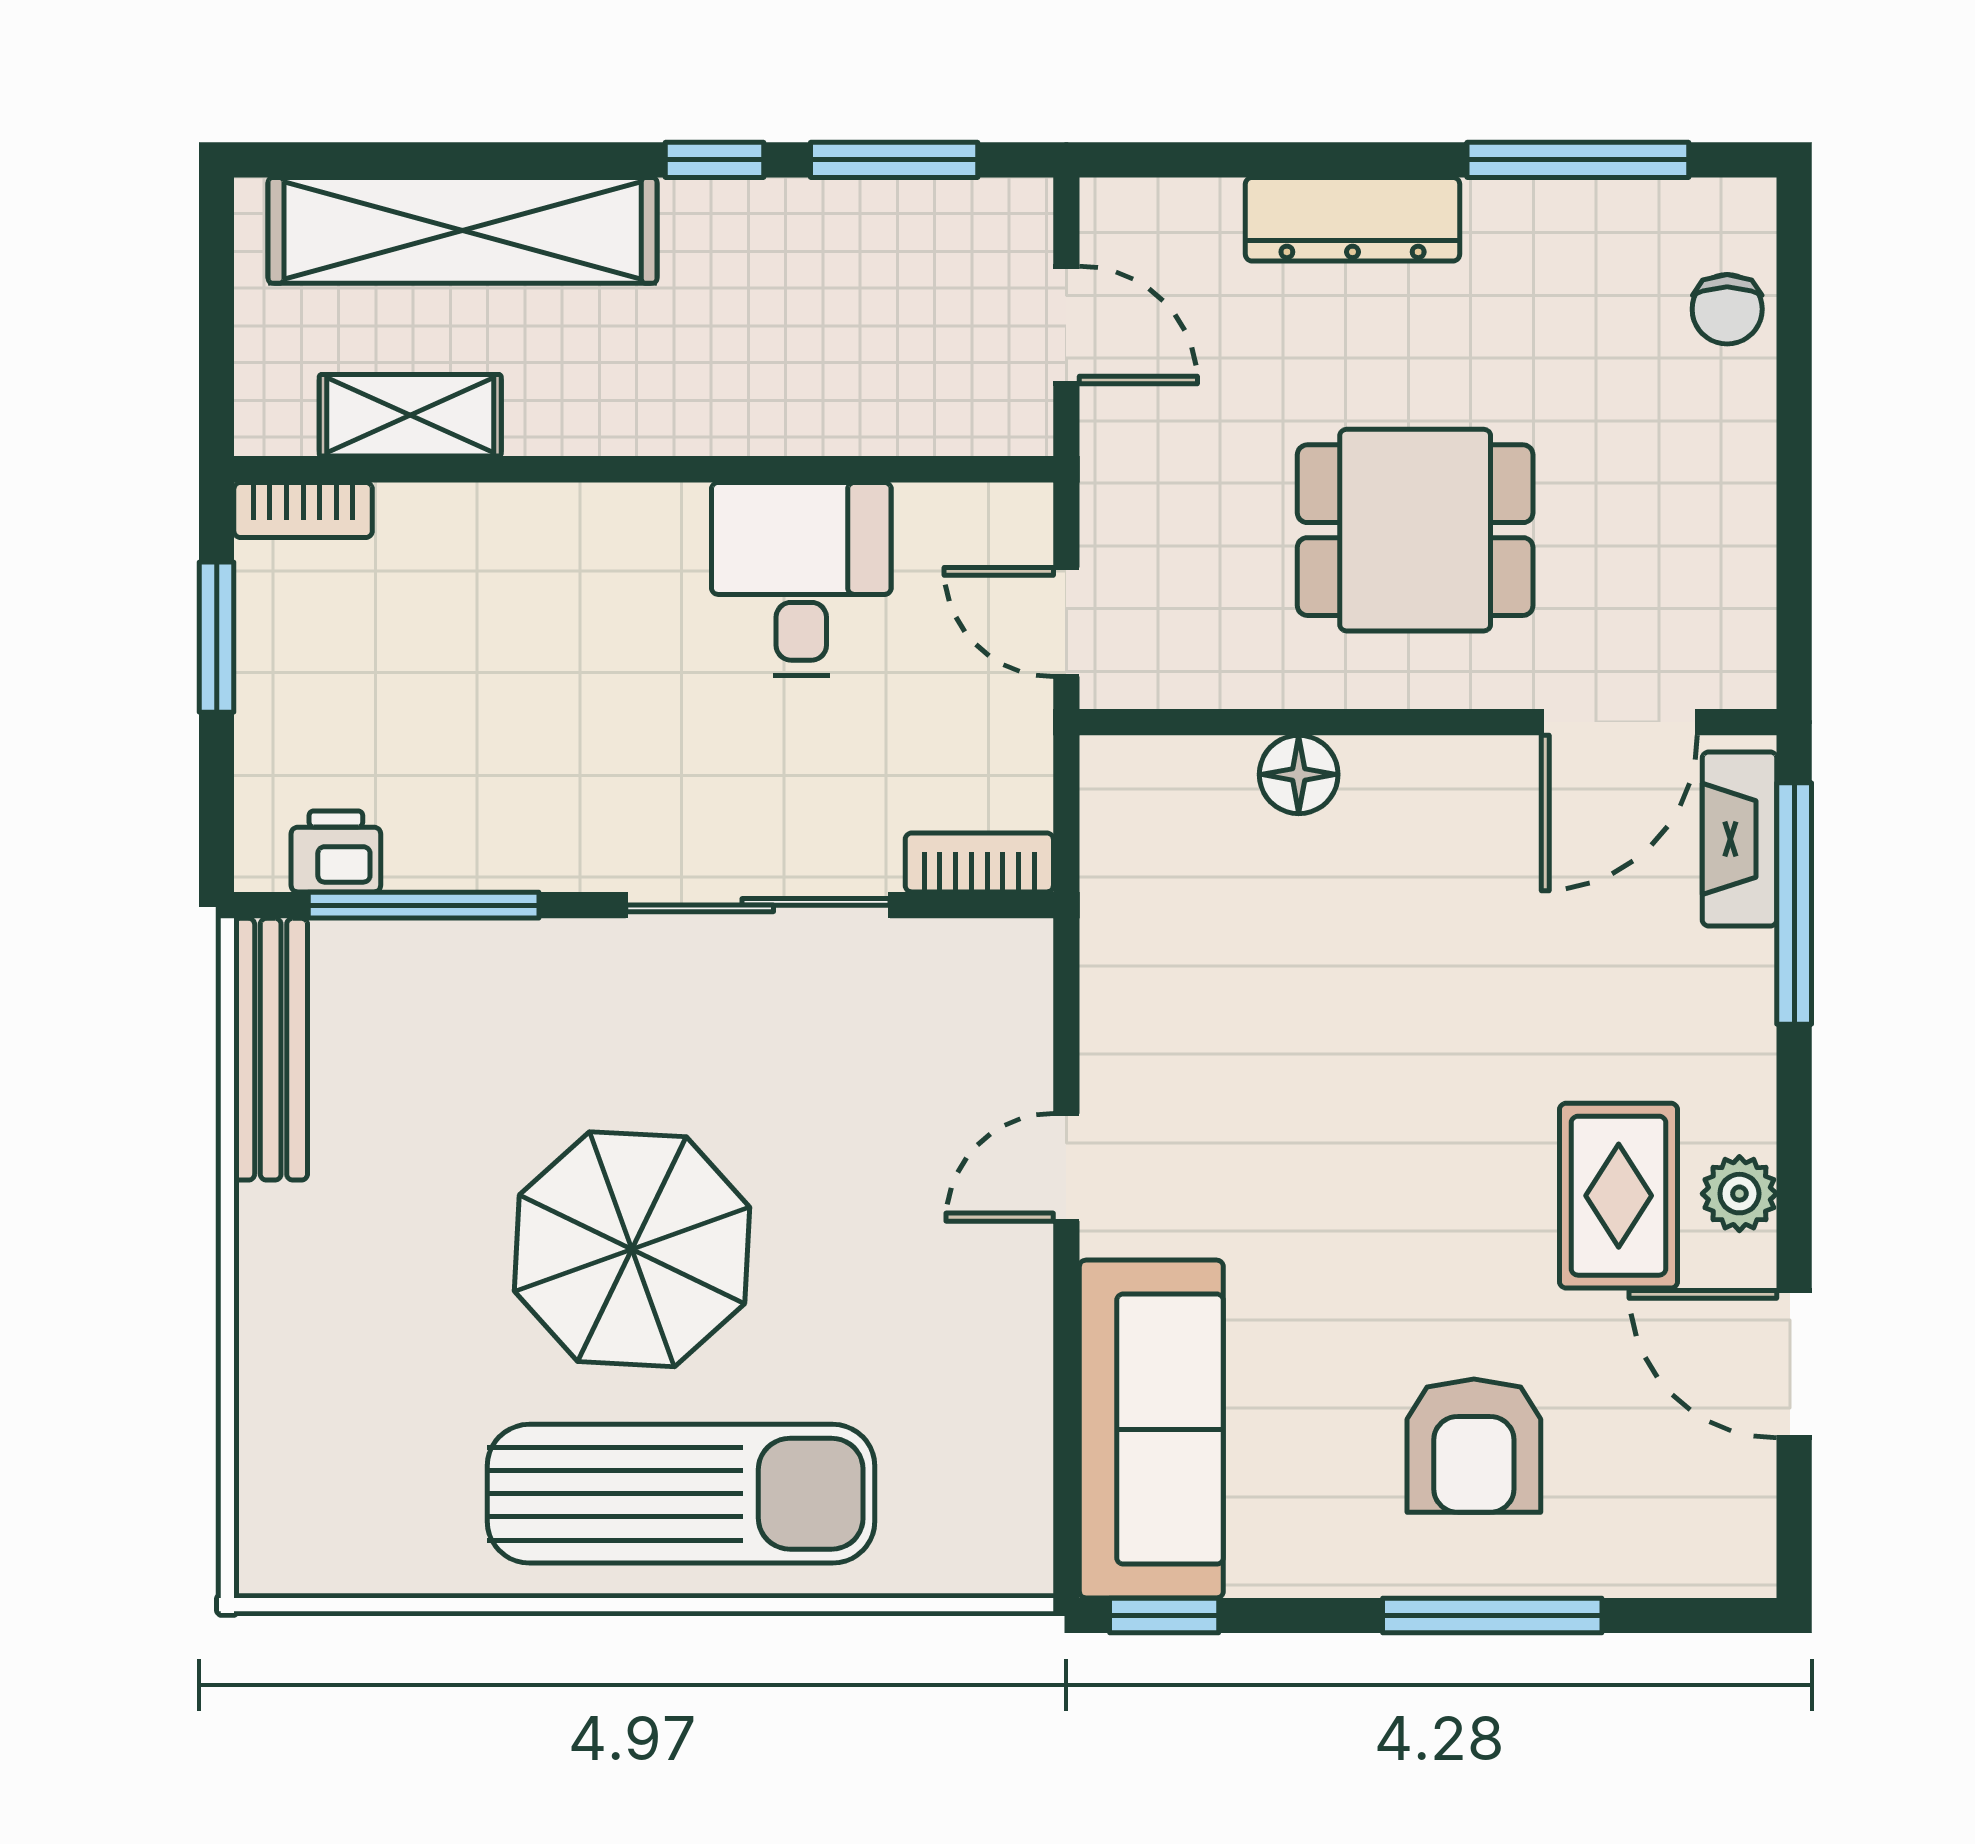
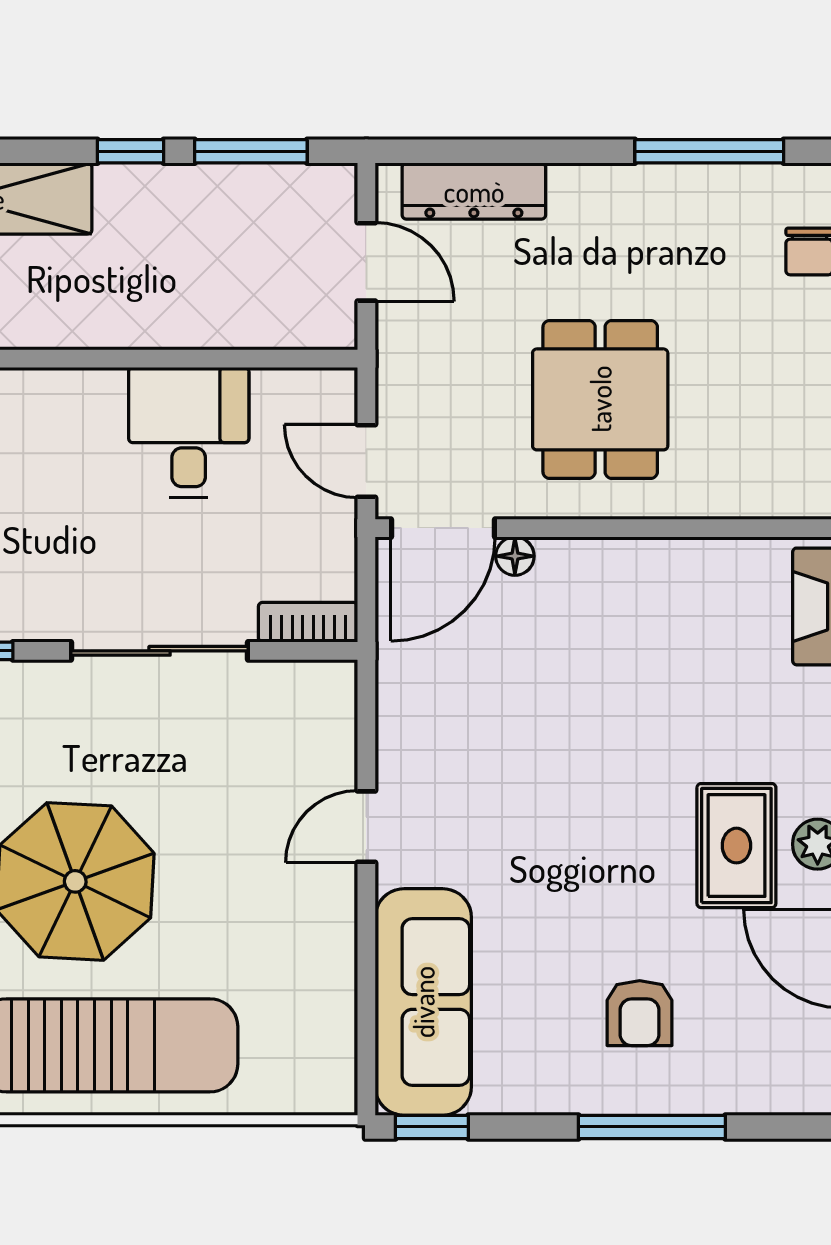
dresser: (1353, 219) -> (474, 191), moved
dining table: (1415, 530) -> (600, 399), turned 90
door: (1619, 722) -> (443, 528), moved
floor lamp: (1299, 774) -> (515, 556), width x0.73, depth x0.73
armchair: (1474, 1446) -> (640, 1013), width x0.72, depth x0.72

